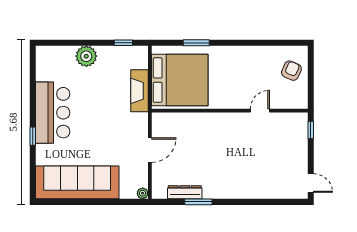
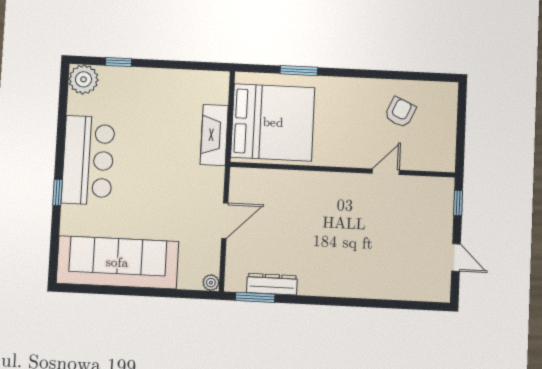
window: (123, 43) -> (118, 62), moved
plant: (86, 56) -> (83, 79), moved
armchair: (291, 71) -> (400, 112), moved
door: (311, 183) -> (456, 258), moved
window: (198, 202) -> (255, 297), moved

